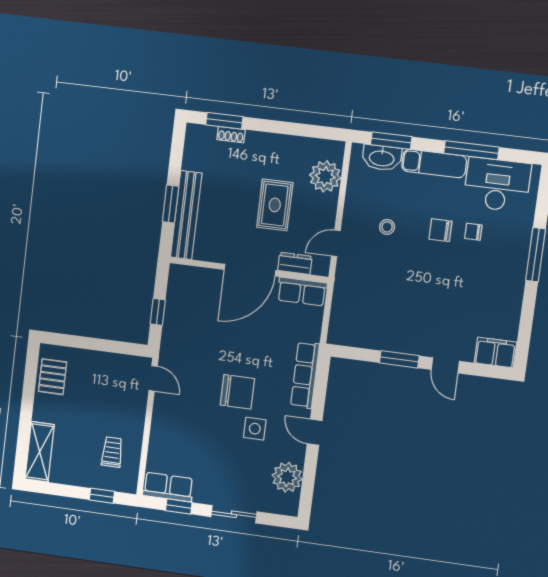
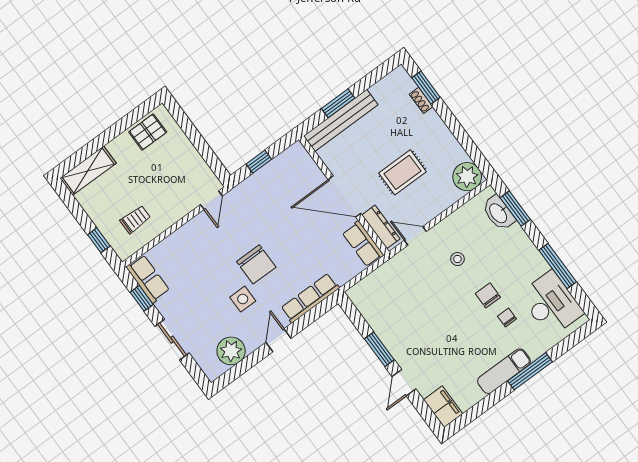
exam couch: (434, 163) -> (504, 371), moved, turned 90
plant: (325, 176) -> (467, 177), moved
dresser: (295, 263) -> (381, 227), width x1.44

